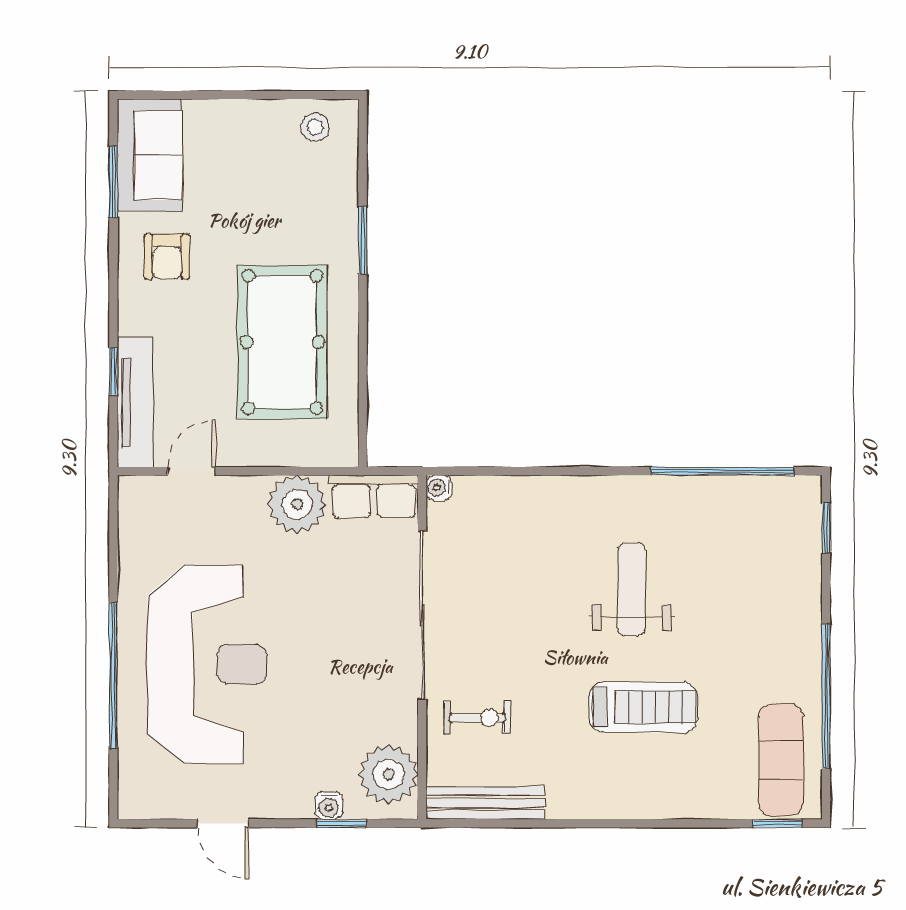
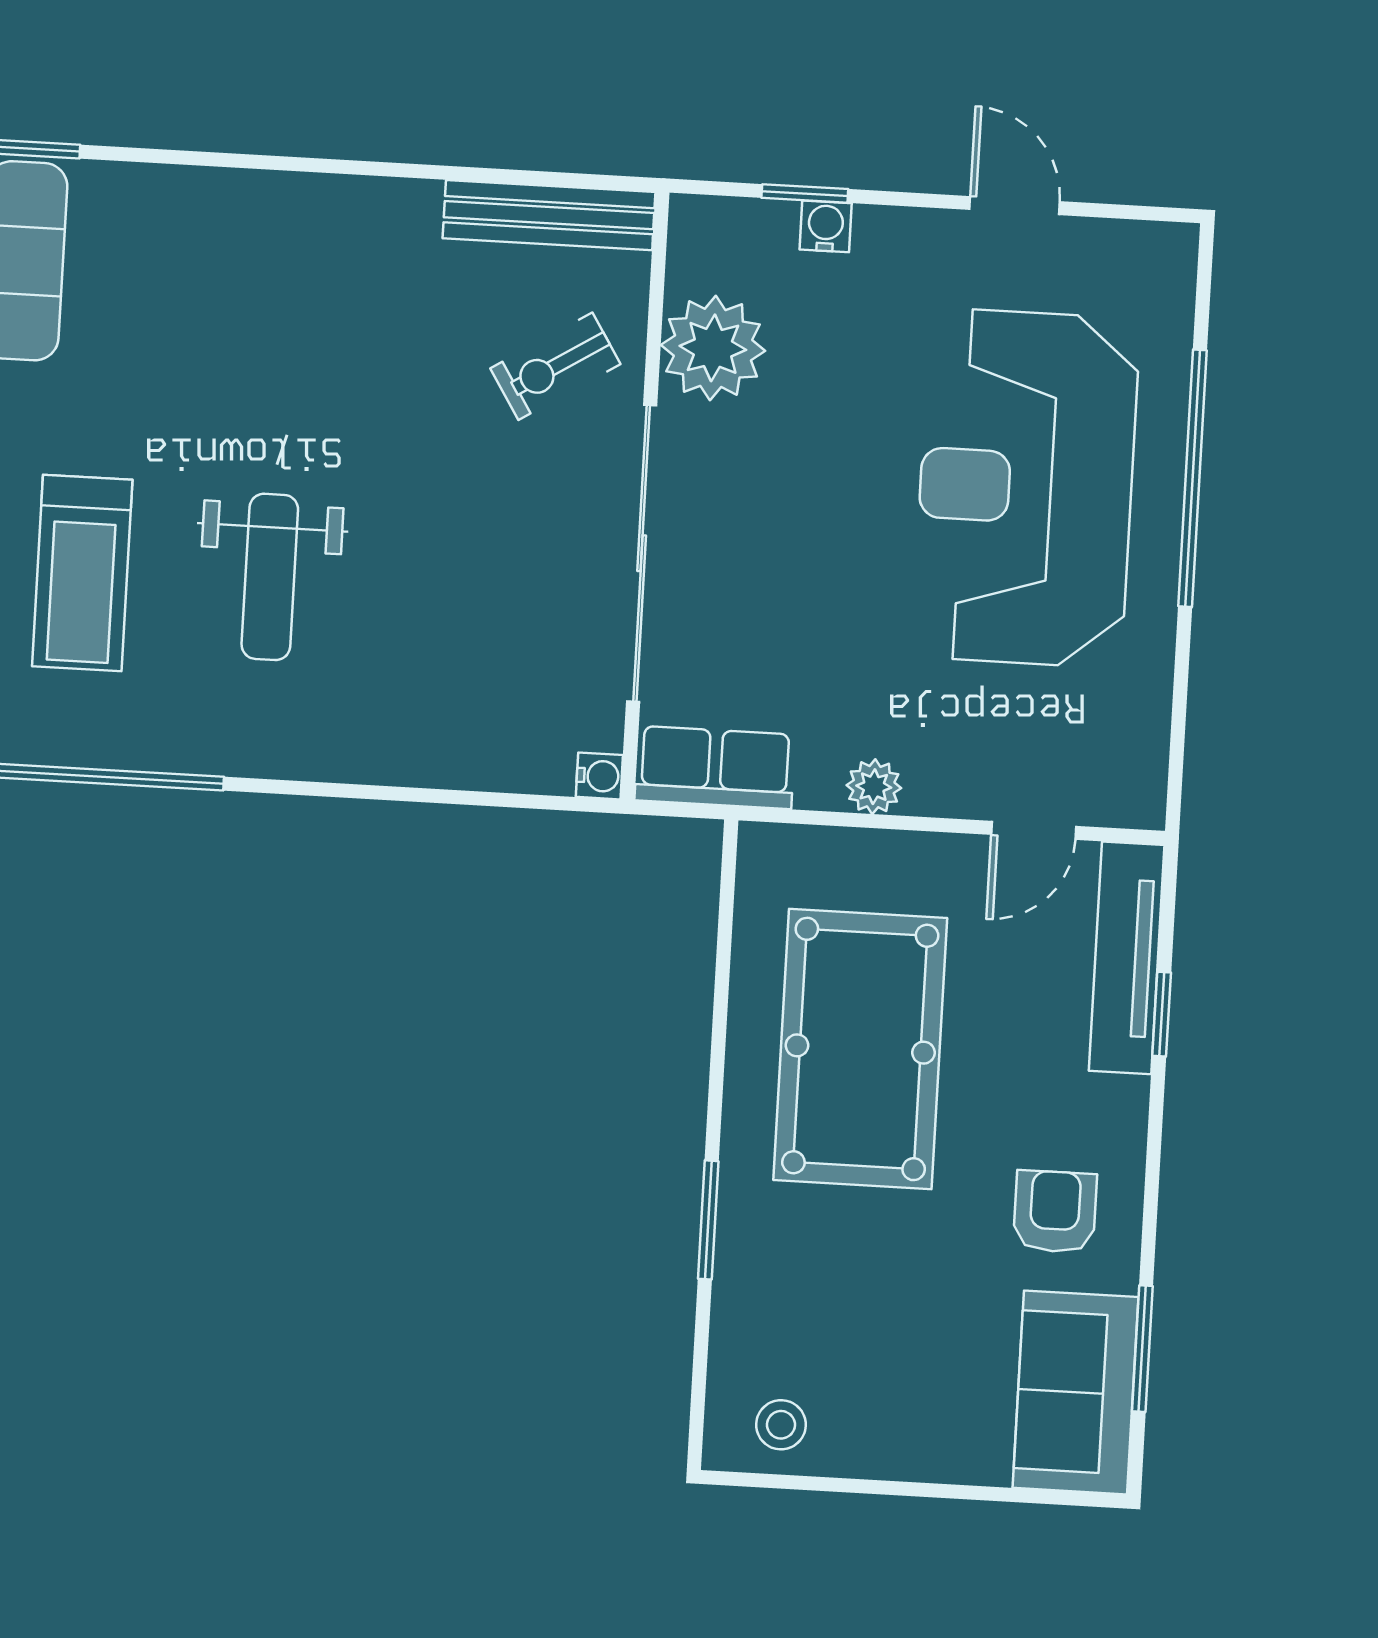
plant: (297, 504) -> (874, 787), width x0.53, depth x0.53
treadmill: (644, 707) -> (82, 573), moved, turned -90
exercise bike: (477, 718) -> (555, 366), turned -32
plant: (389, 774) -> (713, 348), moved

